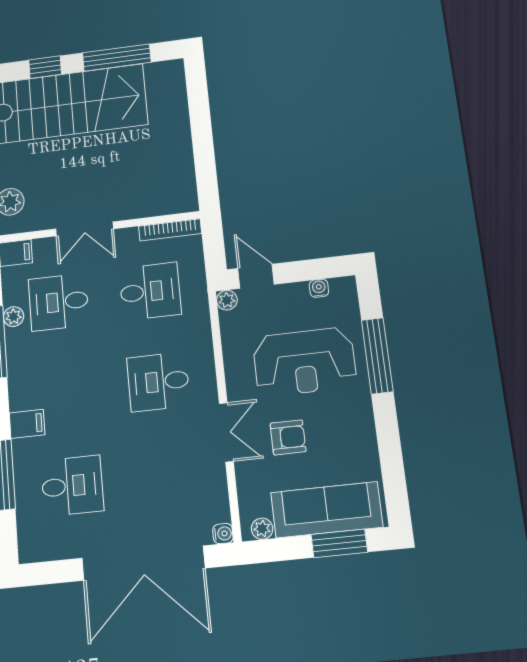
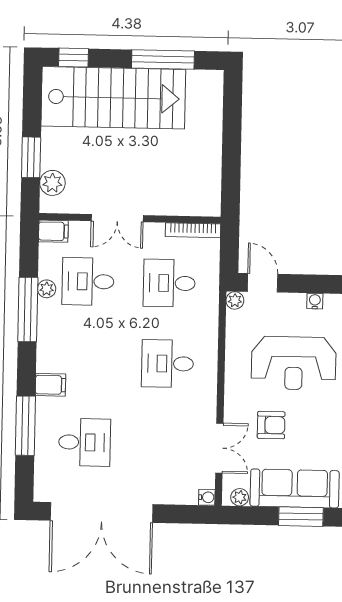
window: (45, 67) -> (73, 58), moved
desk: (150, 291) -> (169, 283), turned 180
double door: (226, 432) -> (219, 448), moved
double door: (143, 563) -> (102, 512), moved

